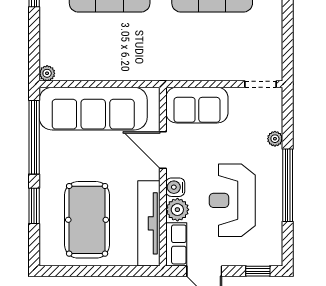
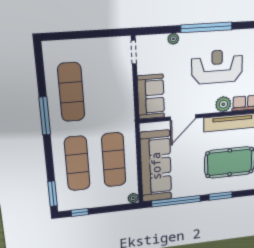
exercise mat: (110, 48) -> (114, 160), added
water cooler: (175, 187) -> (208, 107), removed
reception desk: (232, 200) -> (217, 67), turned 180

